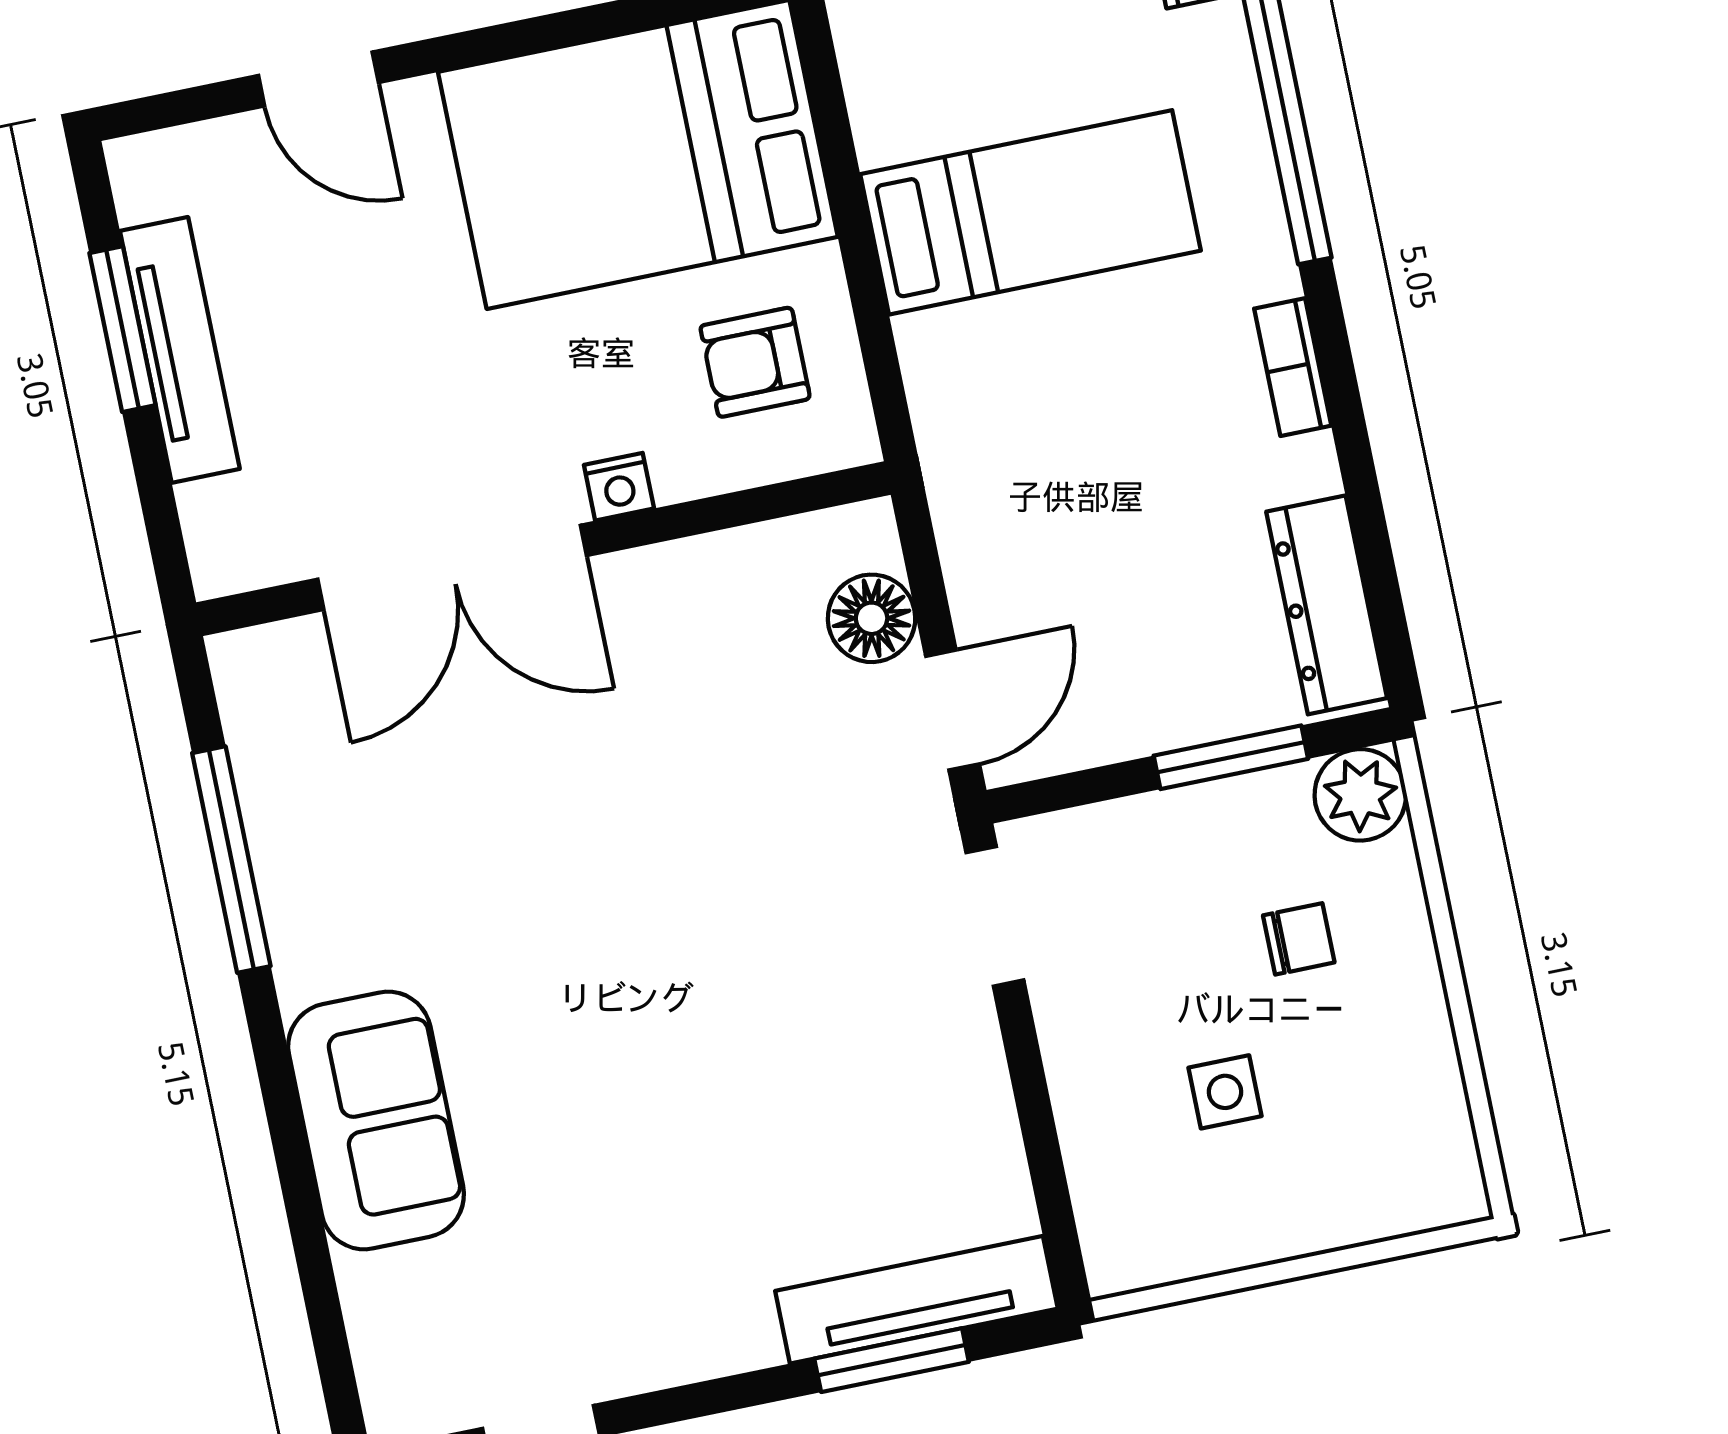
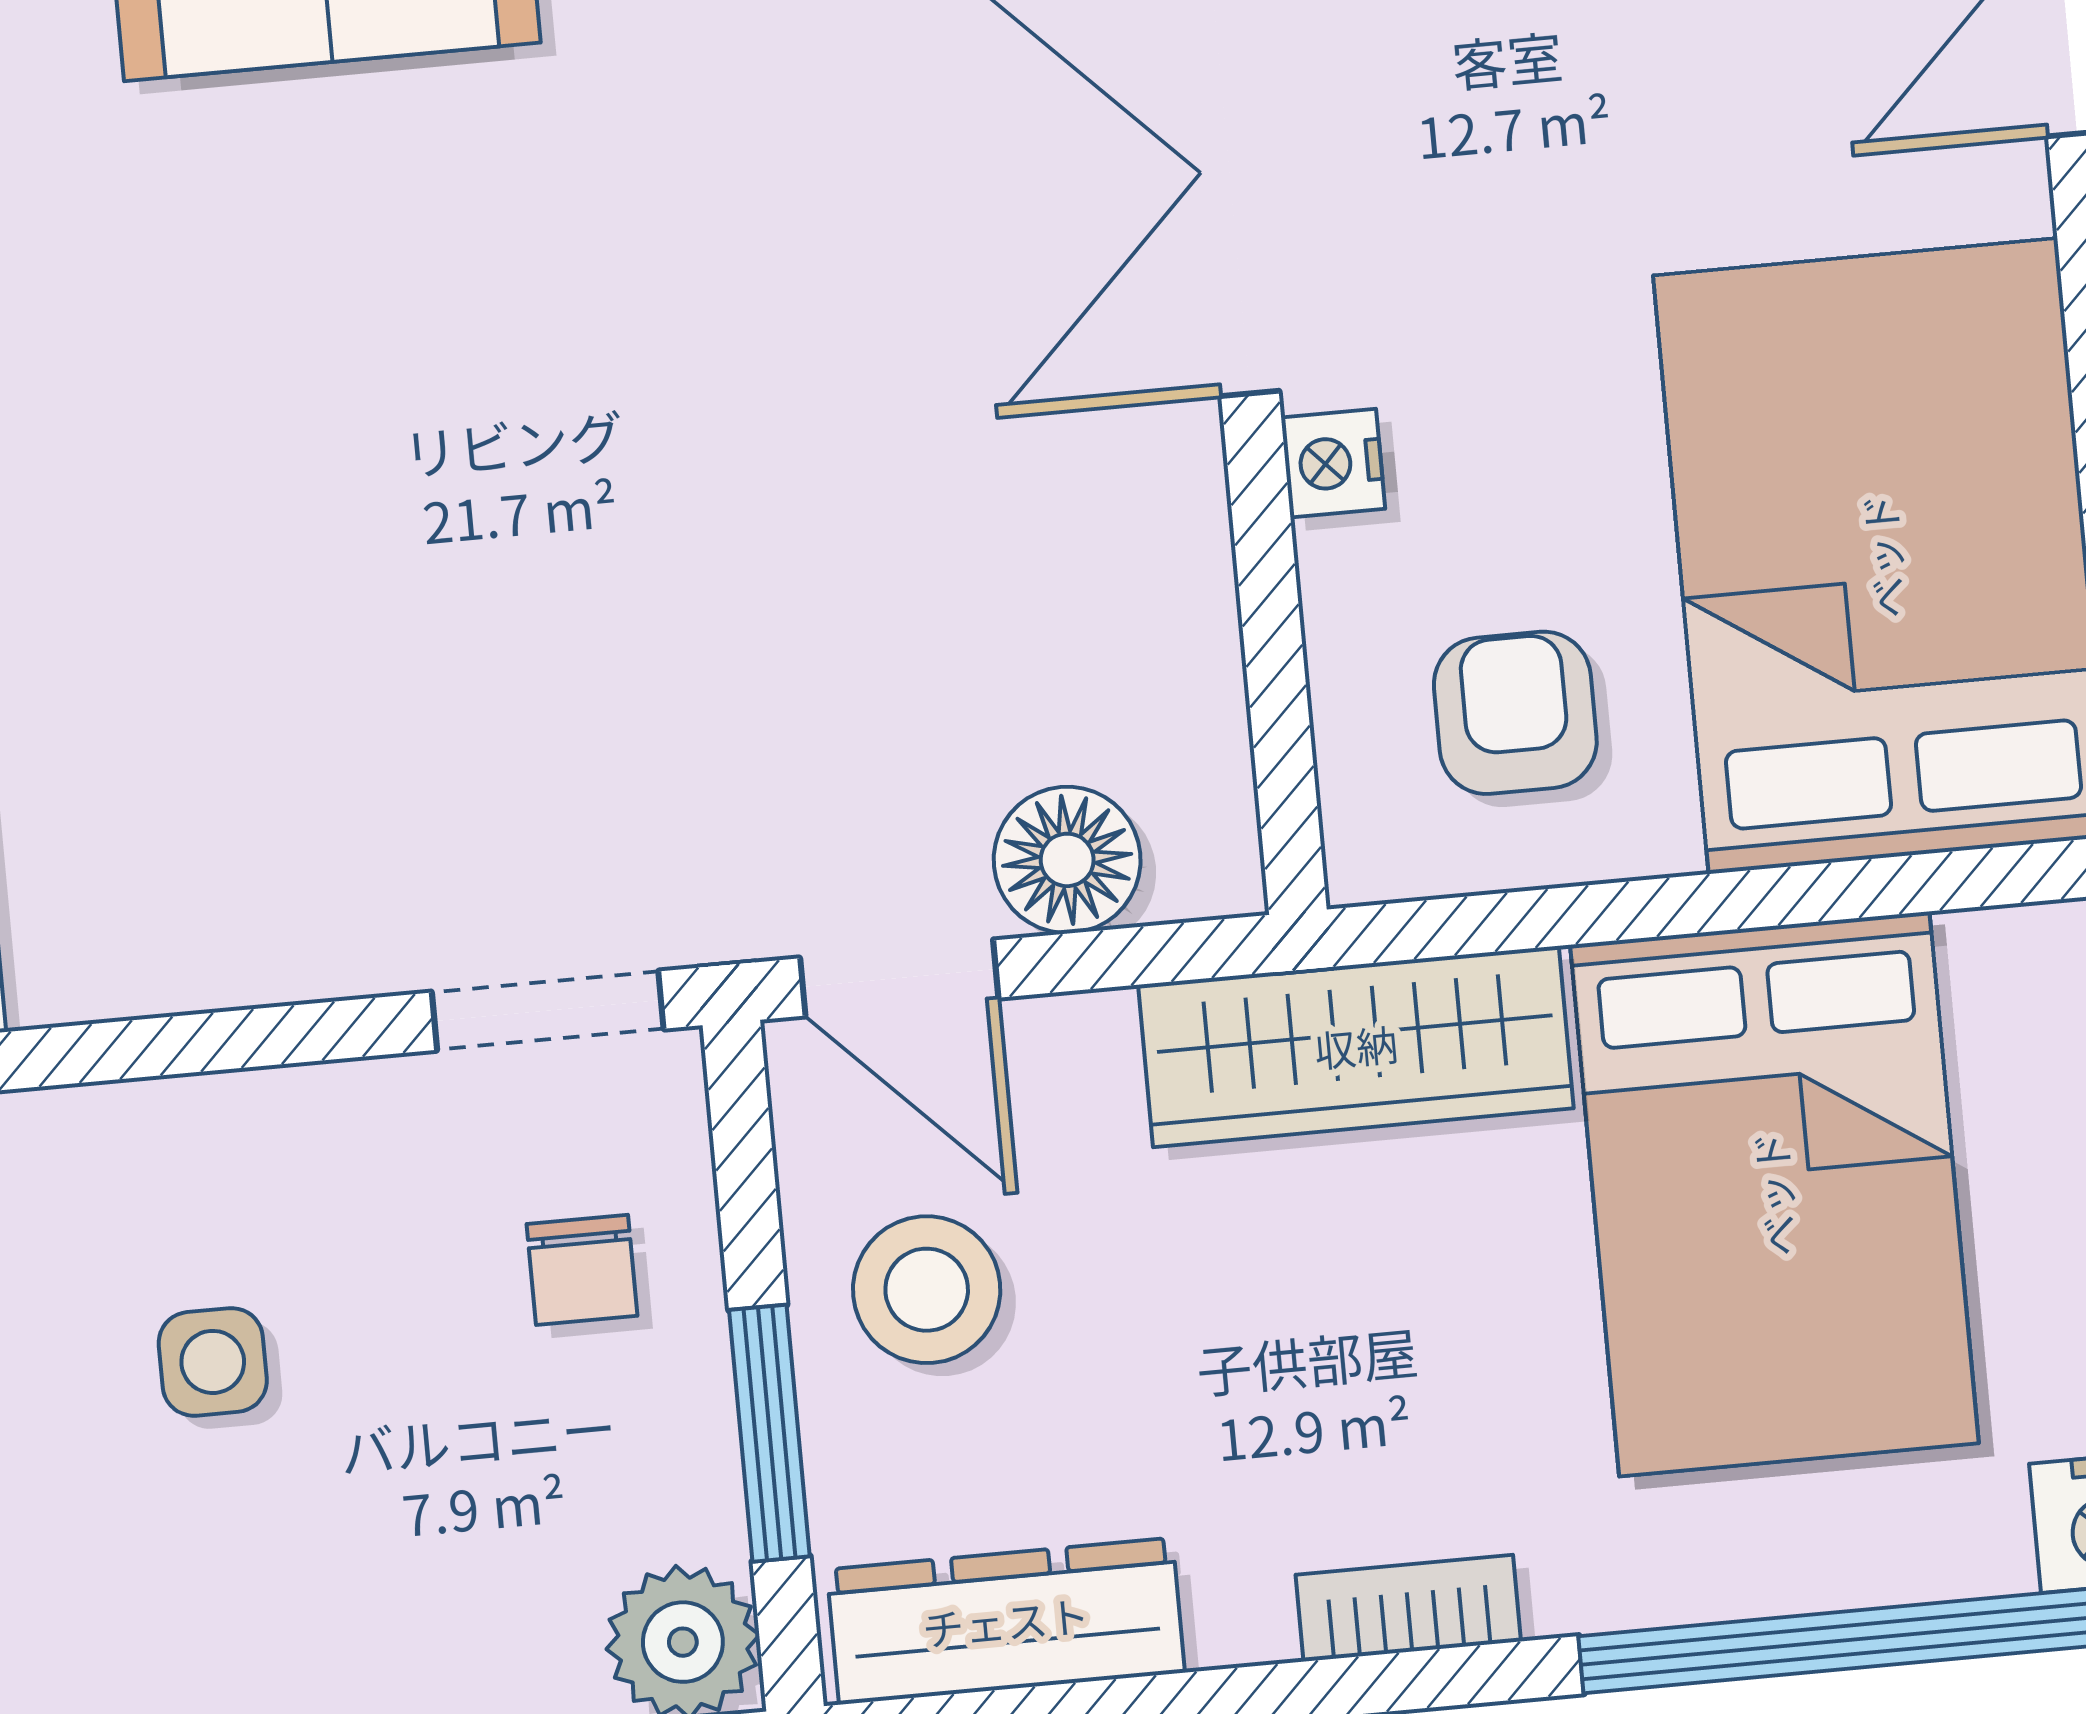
bed: (1031, 212) -> (1774, 1194), width x1.50
wardrobe: (963, 435) -> (1356, 1046), added
stool: (1135, 673) -> (927, 1290), added
chair: (1299, 939) -> (582, 1270), moved

